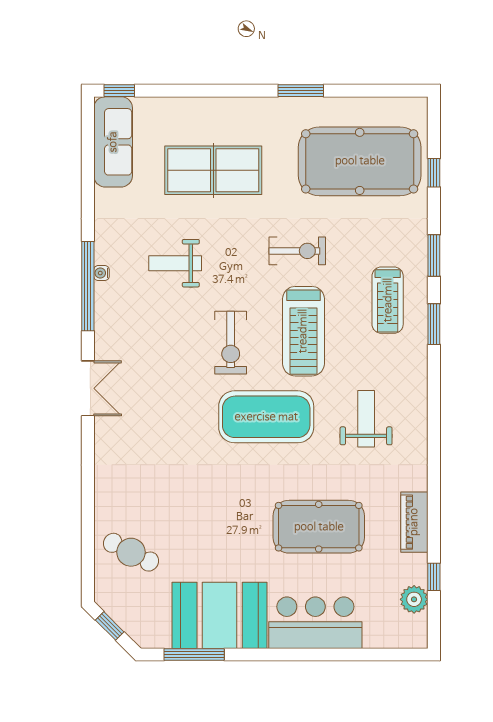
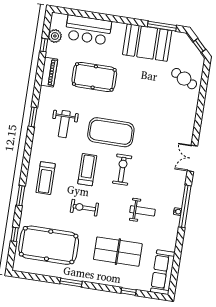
window: (119, 91) -> (129, 291), moved
treadmill: (388, 300) -> (46, 178), turned 180
window: (434, 324) -> (33, 117), moved
treadmill: (303, 331) -> (87, 170), width x0.73, depth x0.73
bar counter: (315, 623) -> (88, 30), moved

